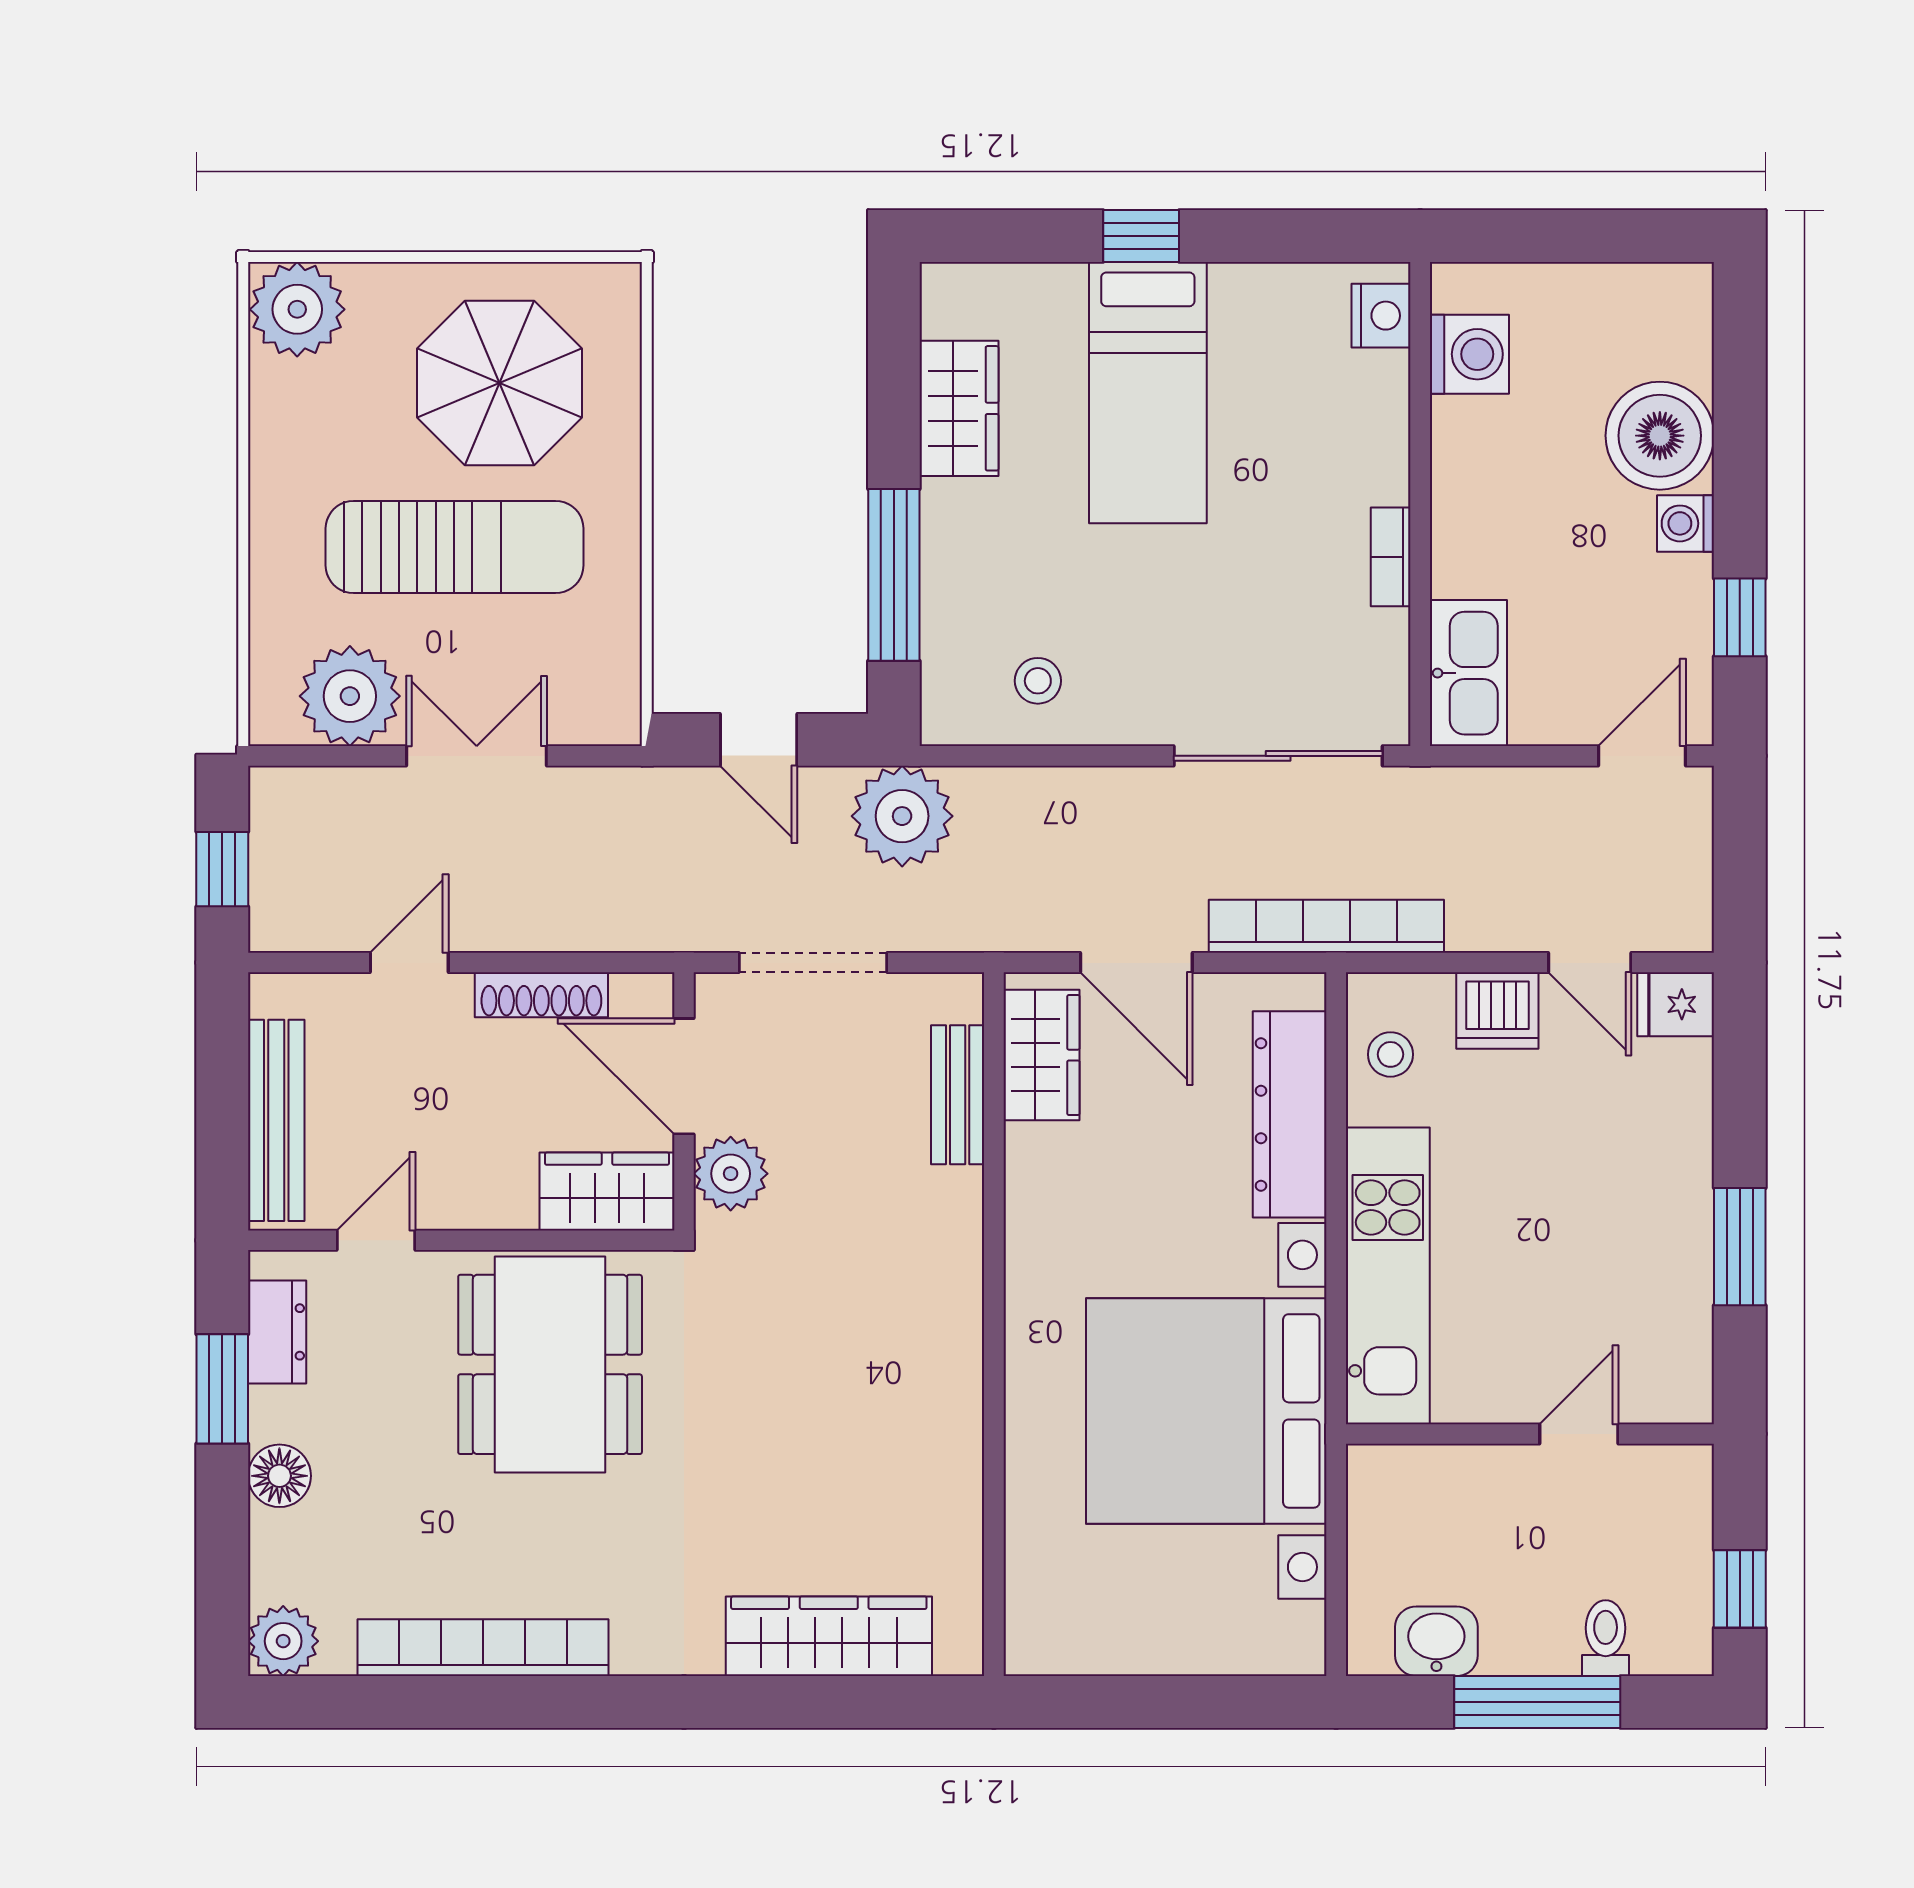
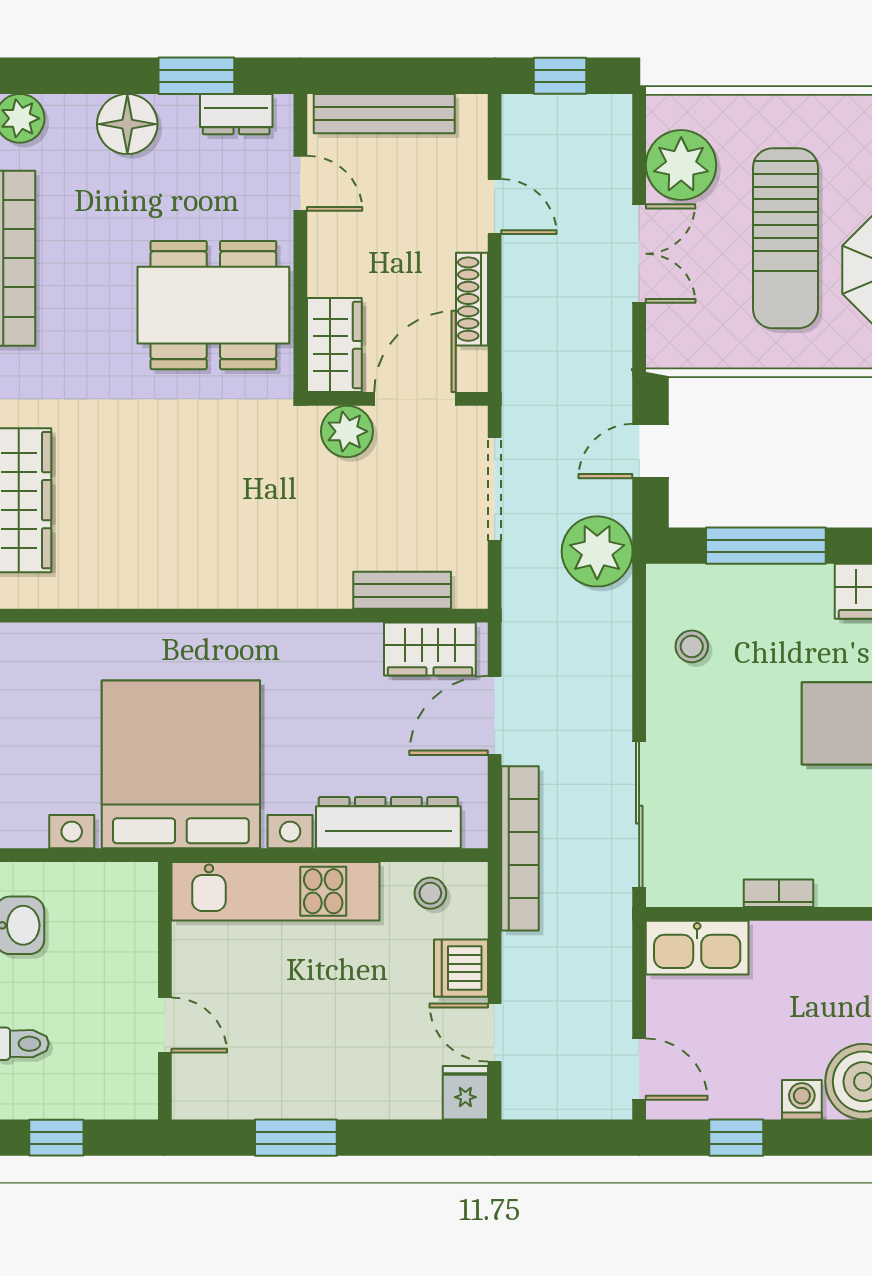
door: (1590, 963) -> (495, 1033), hinge flipped
floor lamp: (279, 1476) -> (127, 124), width x1.38, depth x1.38

